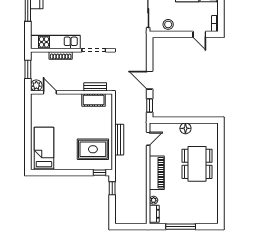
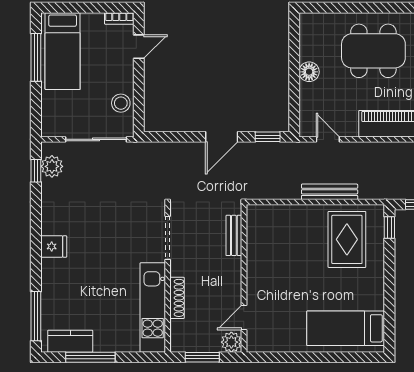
cot: (94, 100) -> (258, 238), removed

